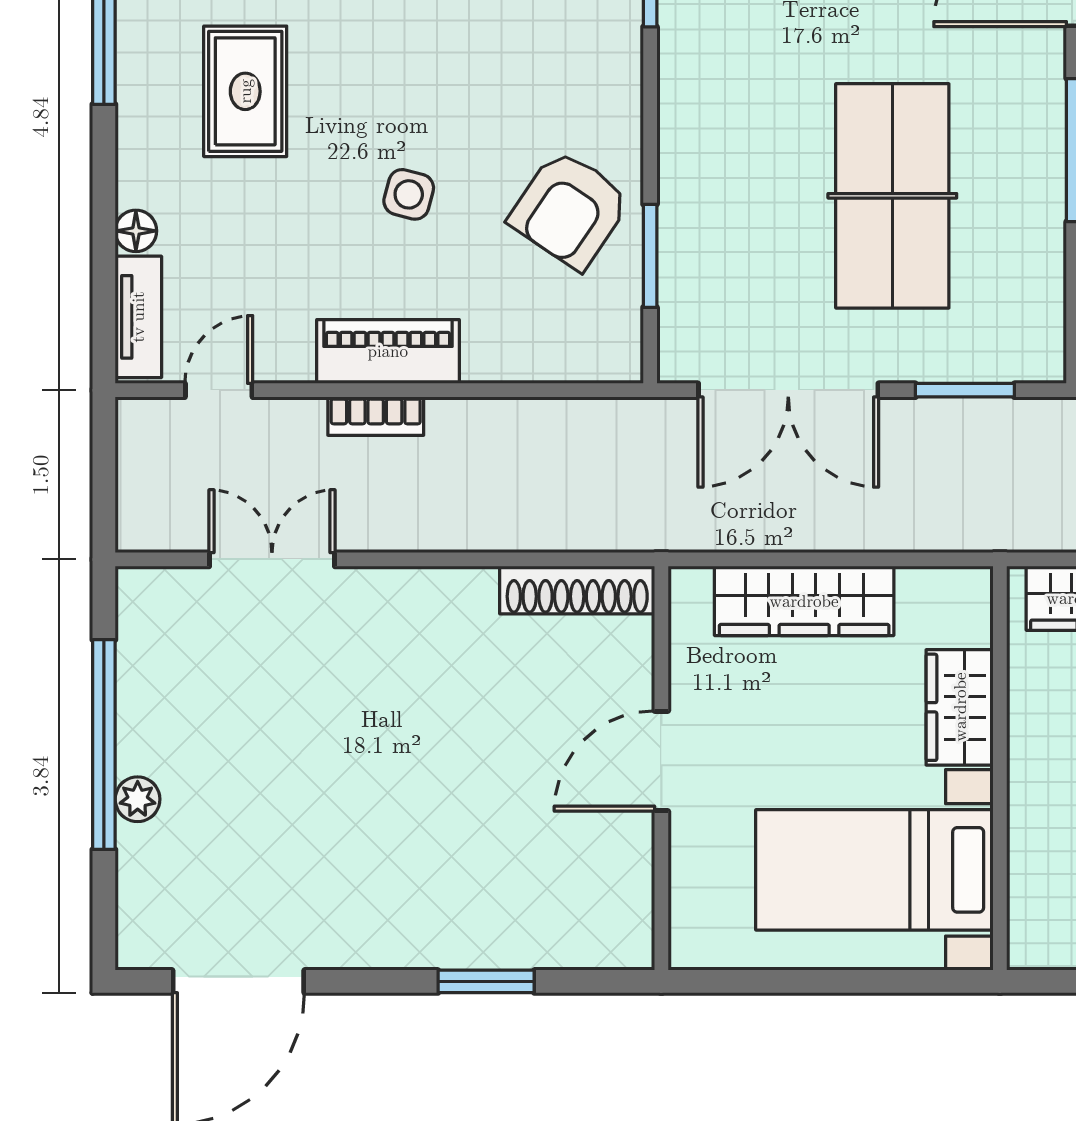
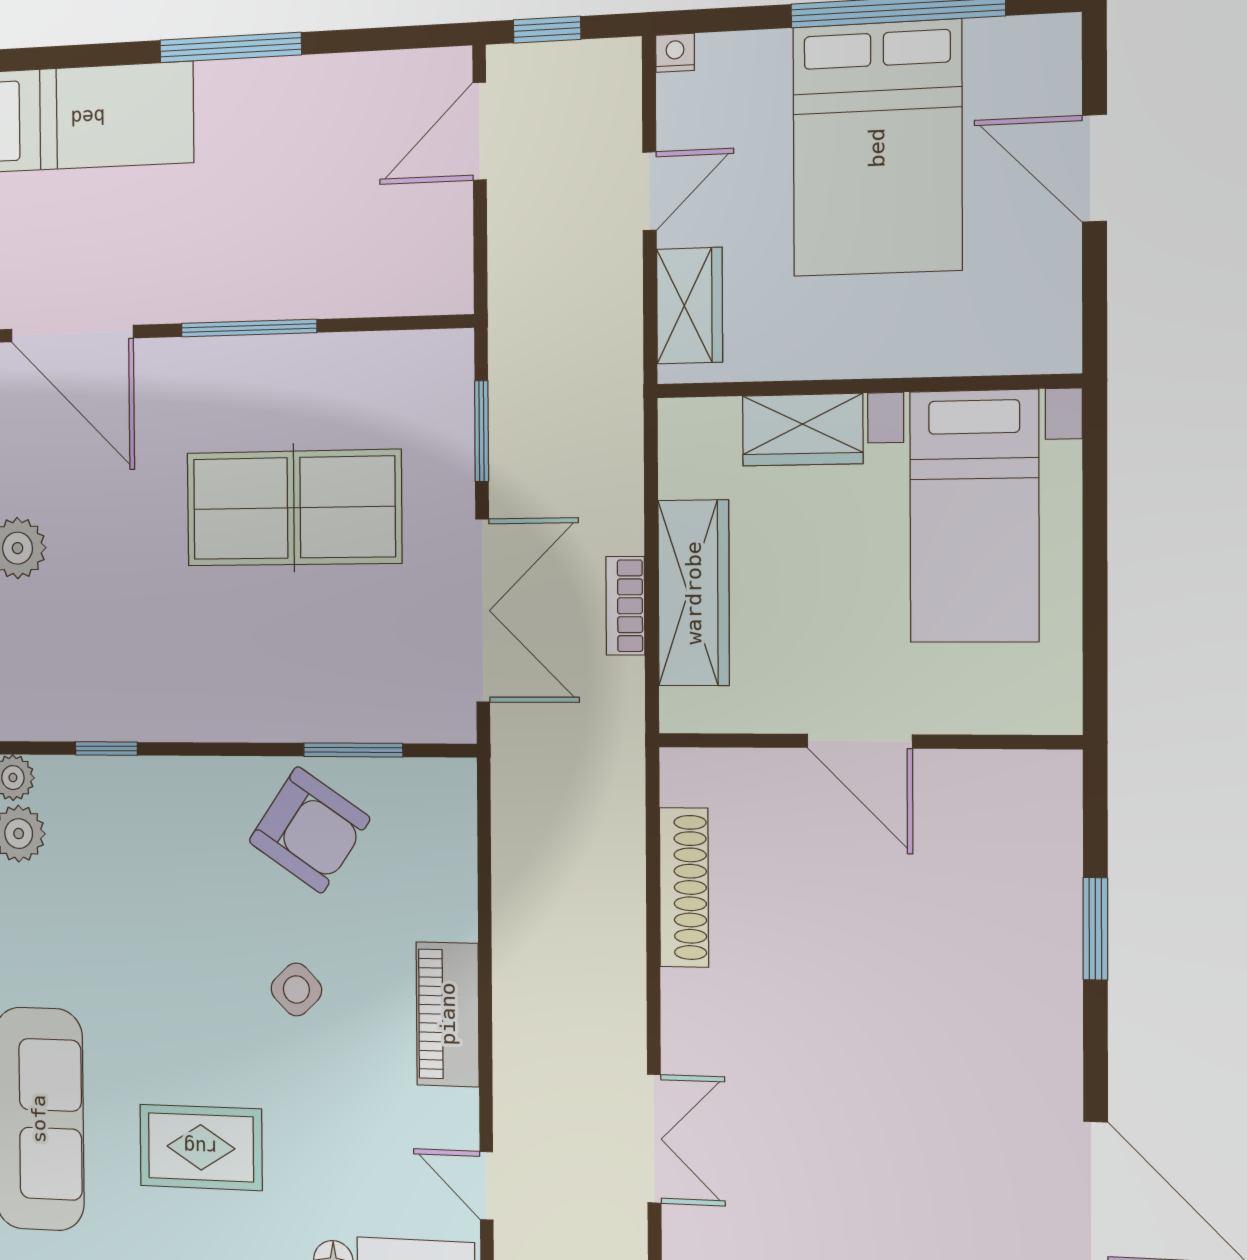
side table: (409, 194) -> (296, 989), turned 31
bookcase: (376, 416) -> (625, 606), moved, turned 180
double door: (272, 559) -> (654, 1139), swing flipped
shoe rack: (577, 590) -> (684, 887), moved

